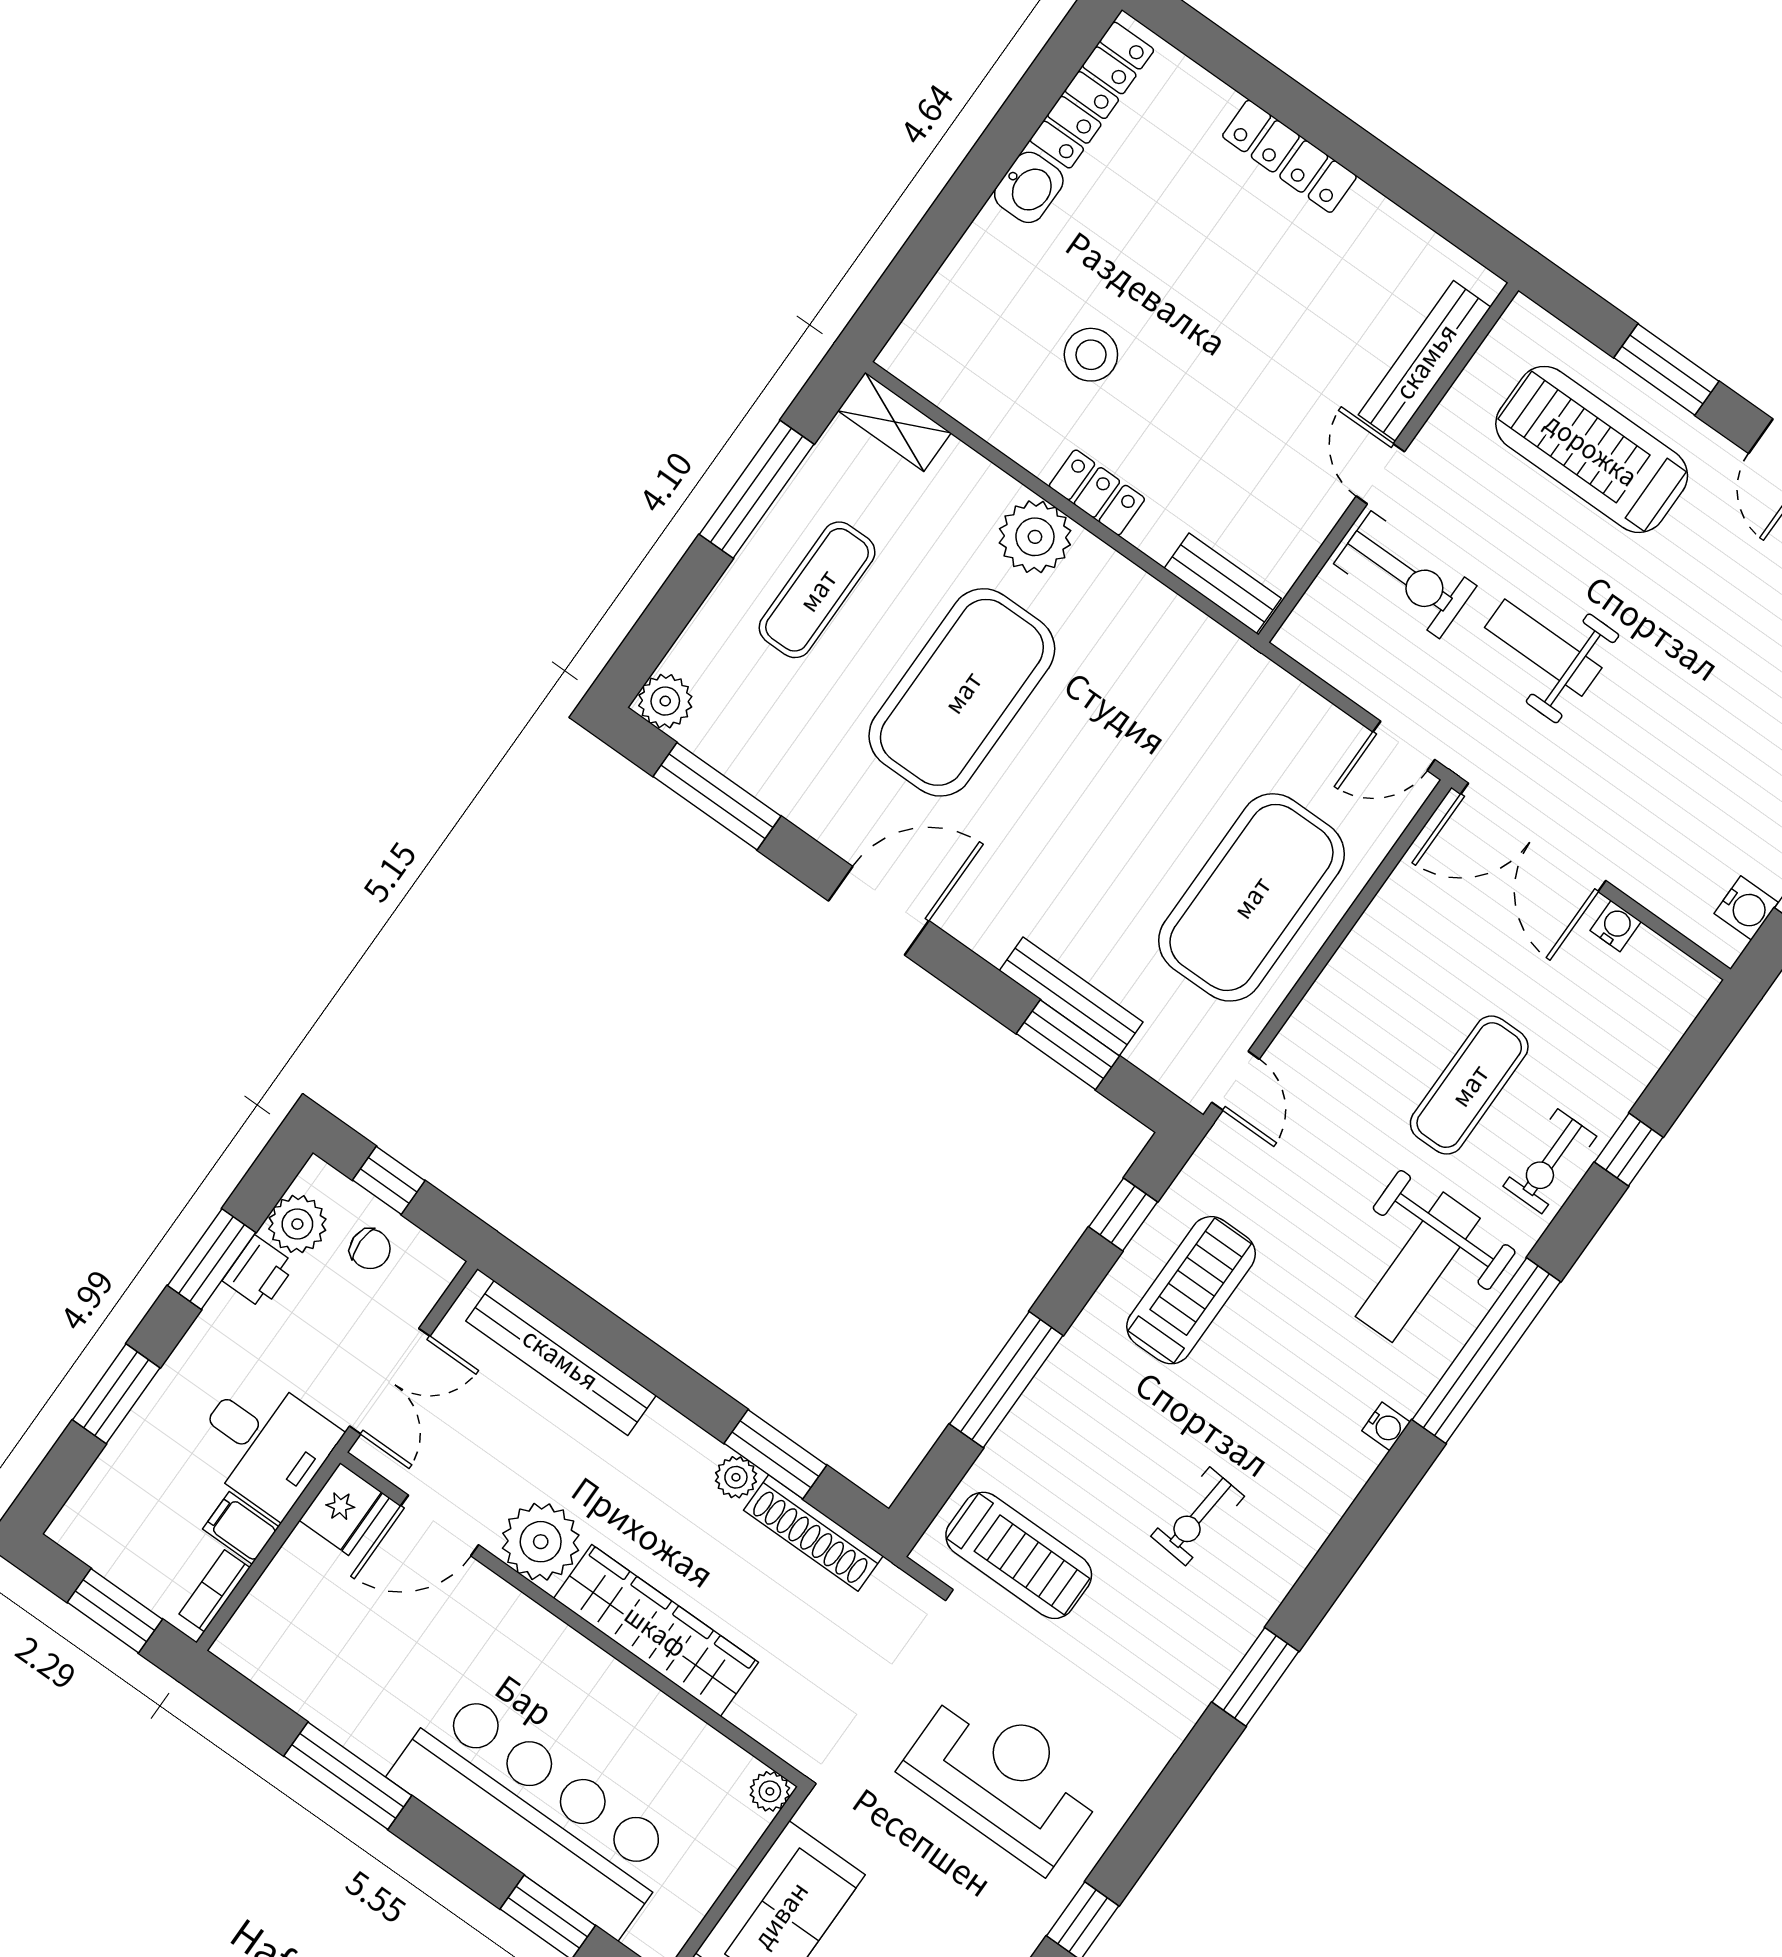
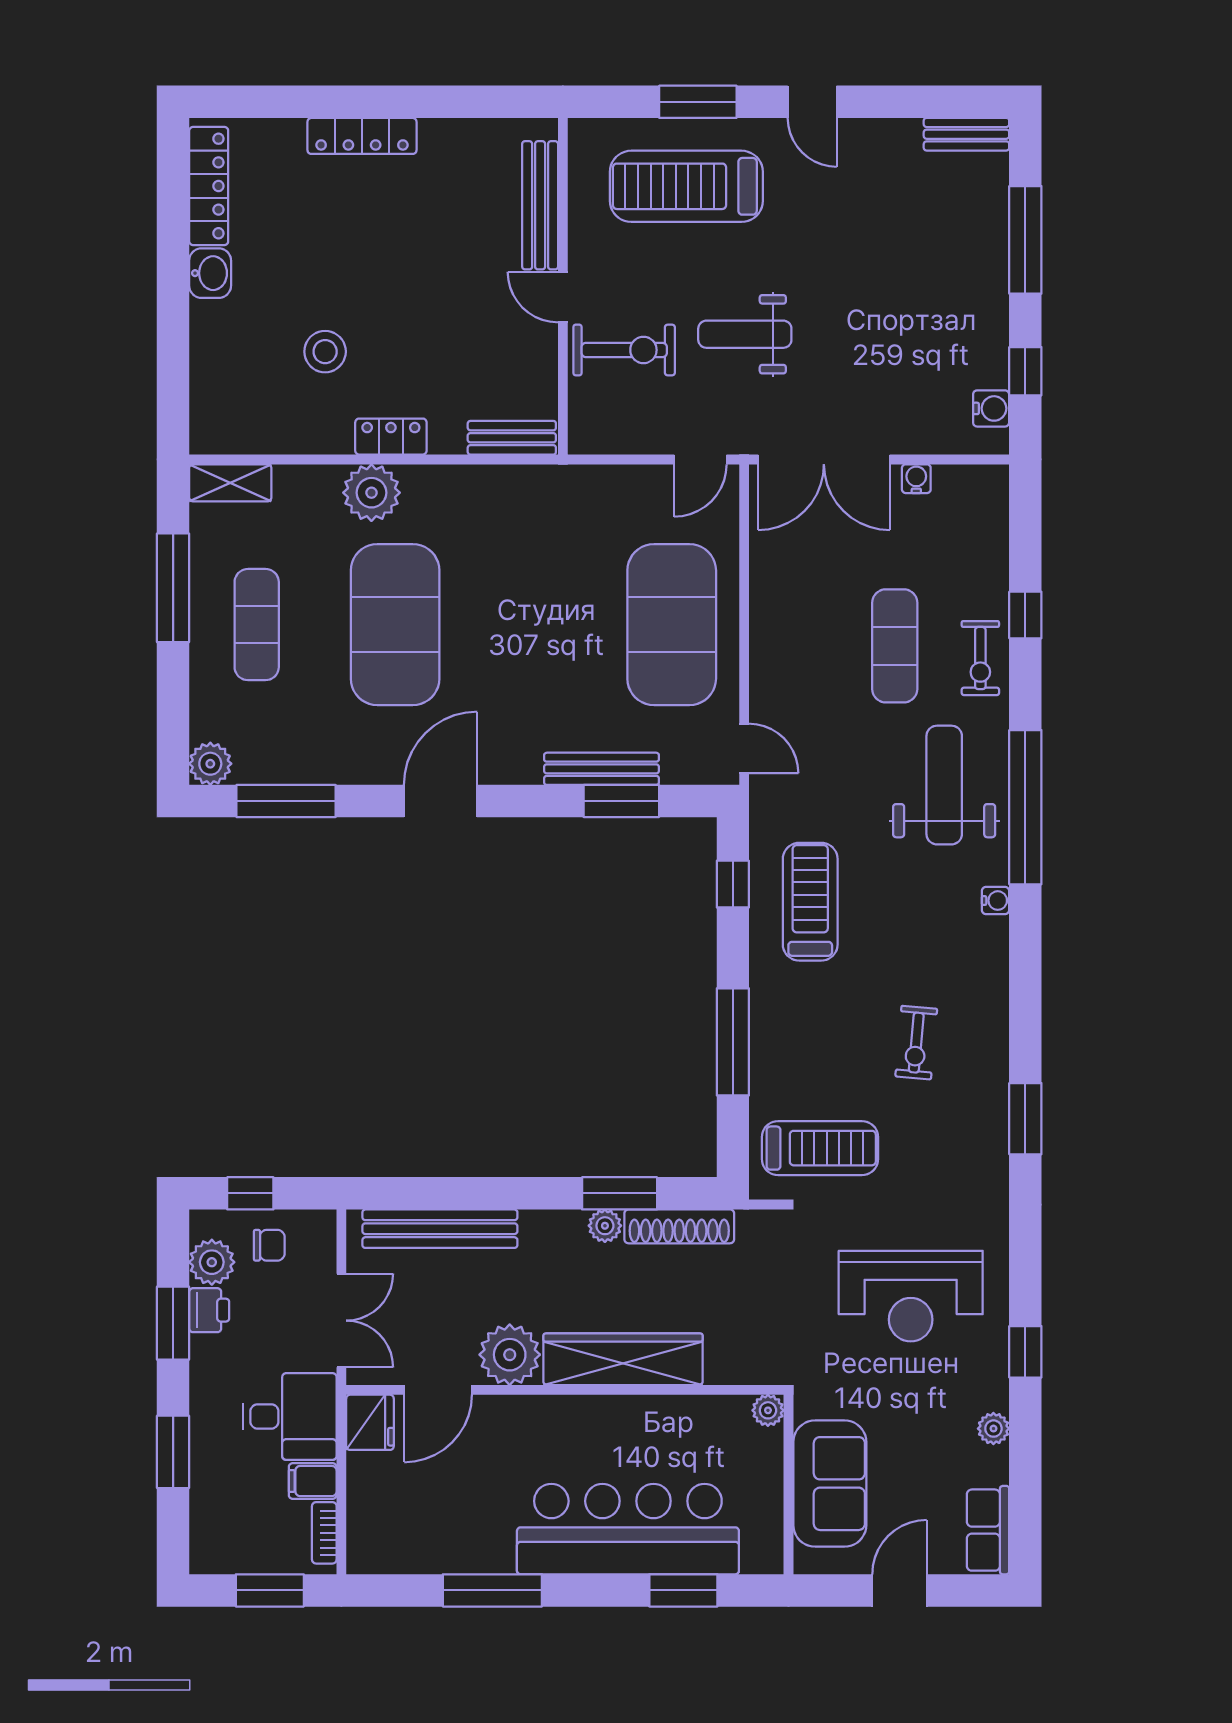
weight bench: (1418, 1267) -> (944, 785), turned 180
reception desk: (1004, 1778) -> (911, 1296), turned 180

